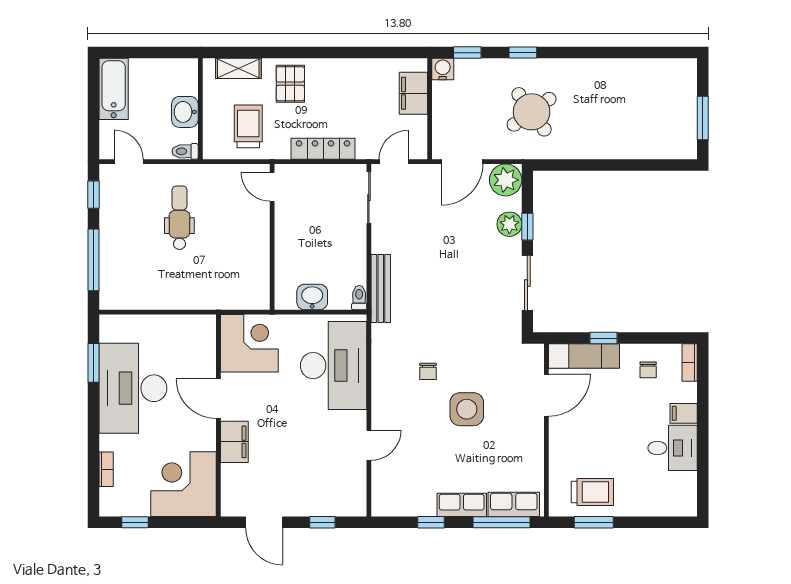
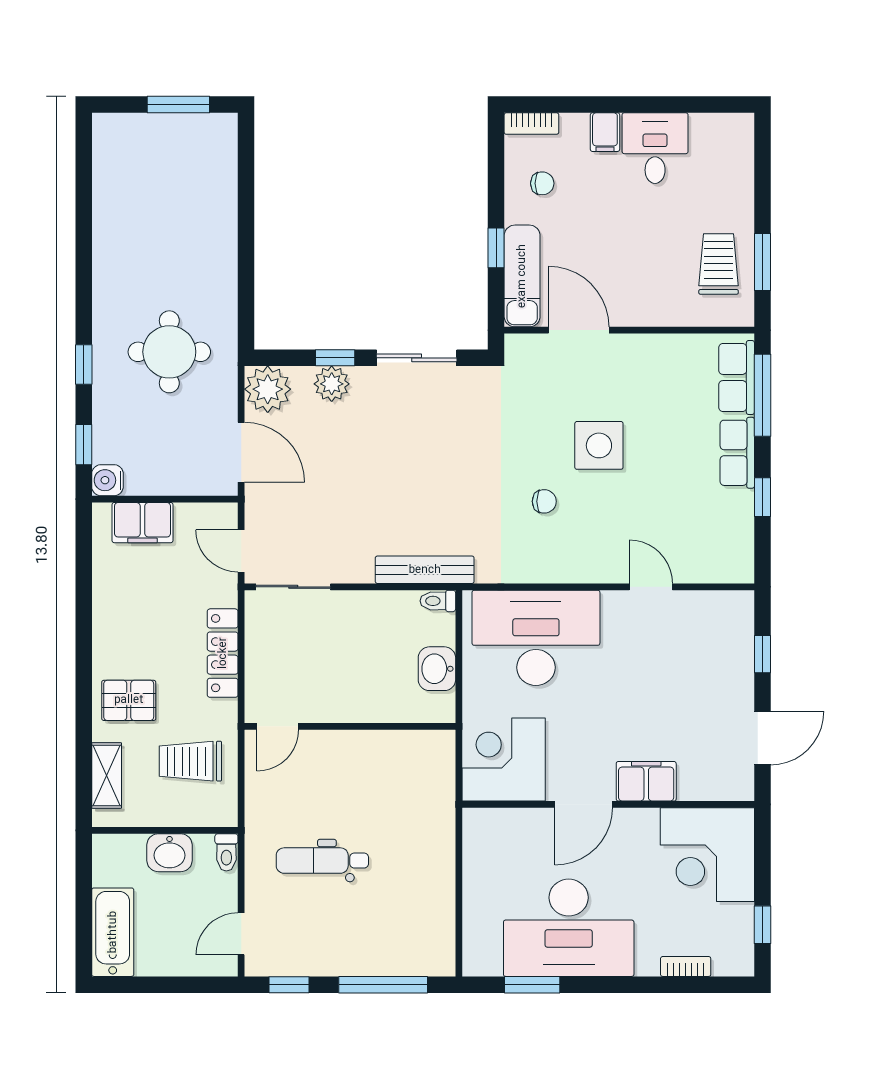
bathtub: (114, 89) -> (113, 932), moved, turned 90
round table: (532, 112) -> (169, 352), turned 36

